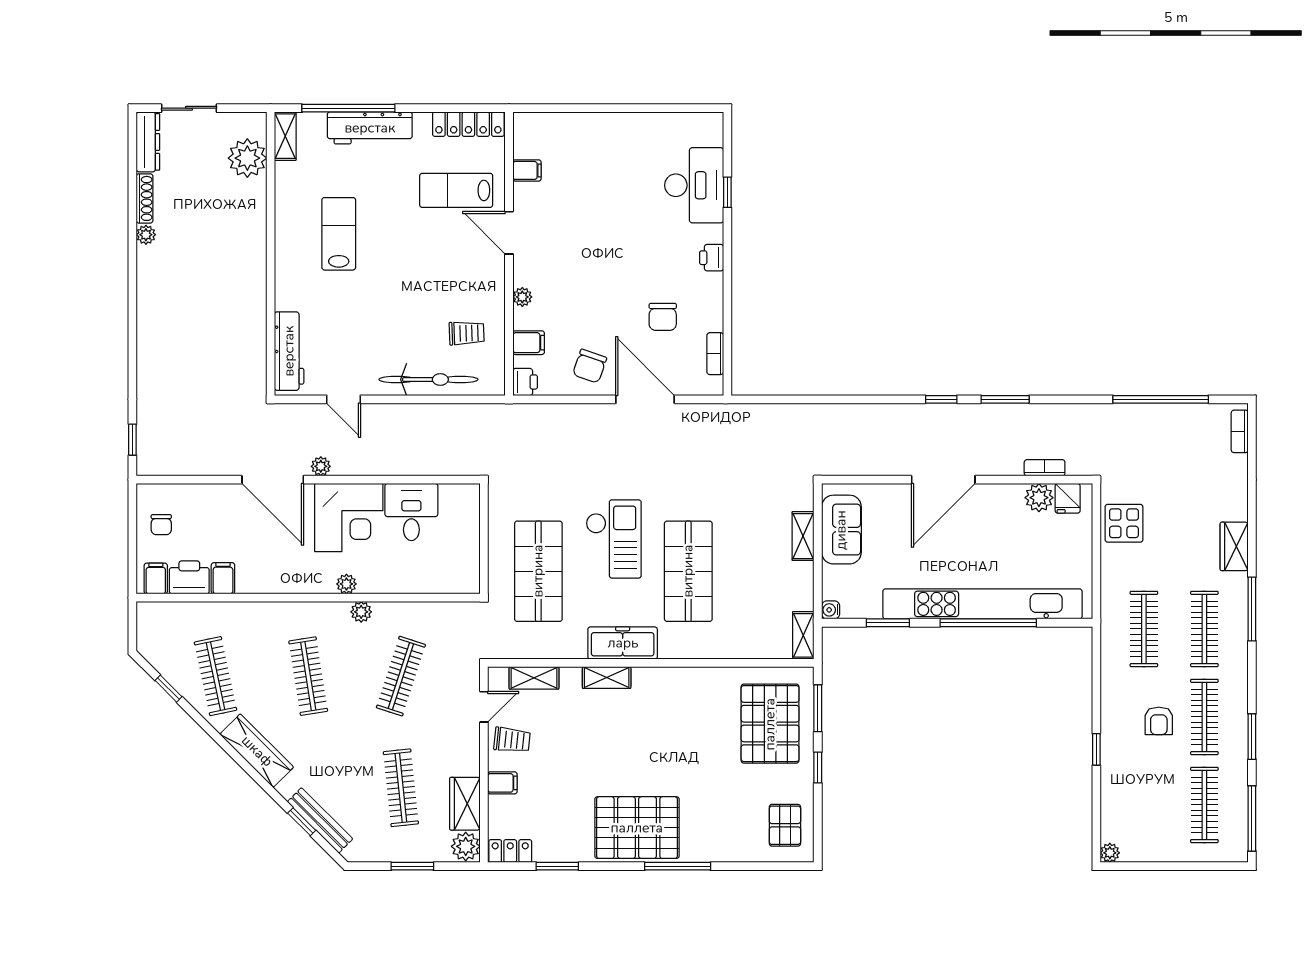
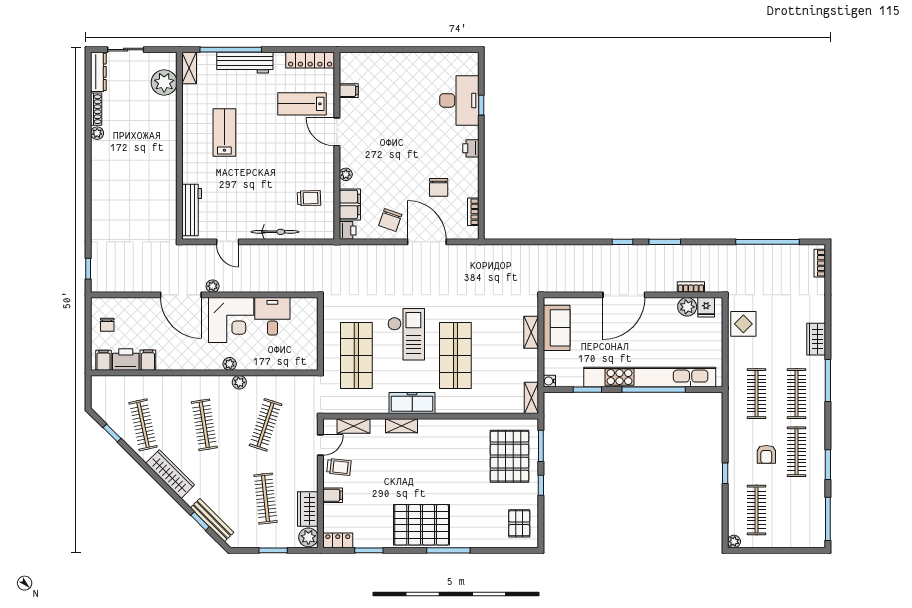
filing cabinet: (529, 343) -> (350, 204), width x2.00
bicycle: (428, 379) -> (275, 232), width x0.73, depth x0.71
clothes rail: (1204, 805) -> (756, 510), moved

